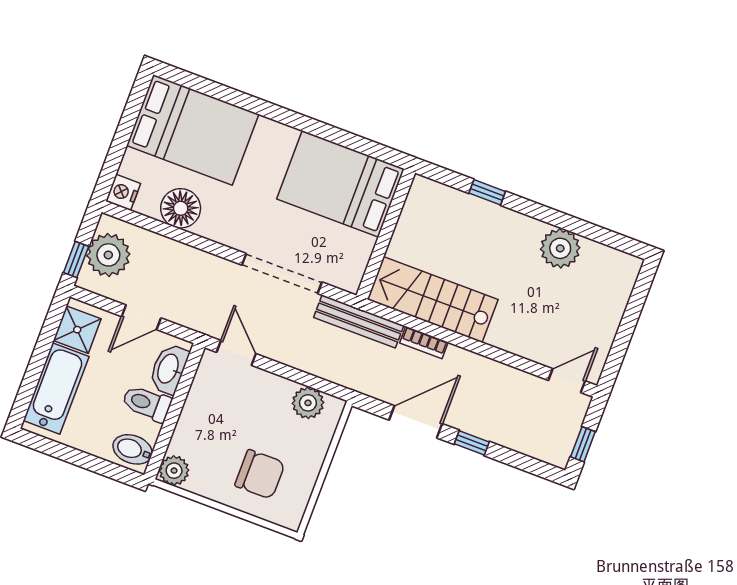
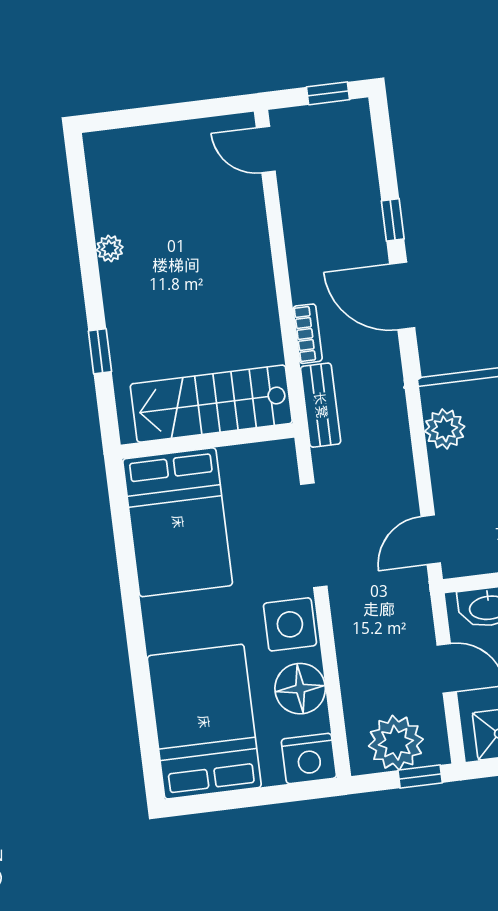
nightstand: (123, 192) -> (309, 758), width x1.36, depth x1.33
side table: (229, 225) -> (290, 624), added
plant: (560, 248) -> (110, 248), width x0.53, depth x0.53
stairs: (433, 300) -> (211, 404), moved, turned 90
bench: (359, 321) -> (321, 405), width x0.73

